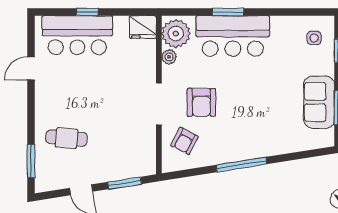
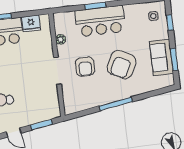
fridge: (143, 27) -> (31, 23), moved
plant: (176, 34) -> (63, 24), removed
armchair: (185, 141) -> (122, 65), moved, width x1.88, depth x1.88

